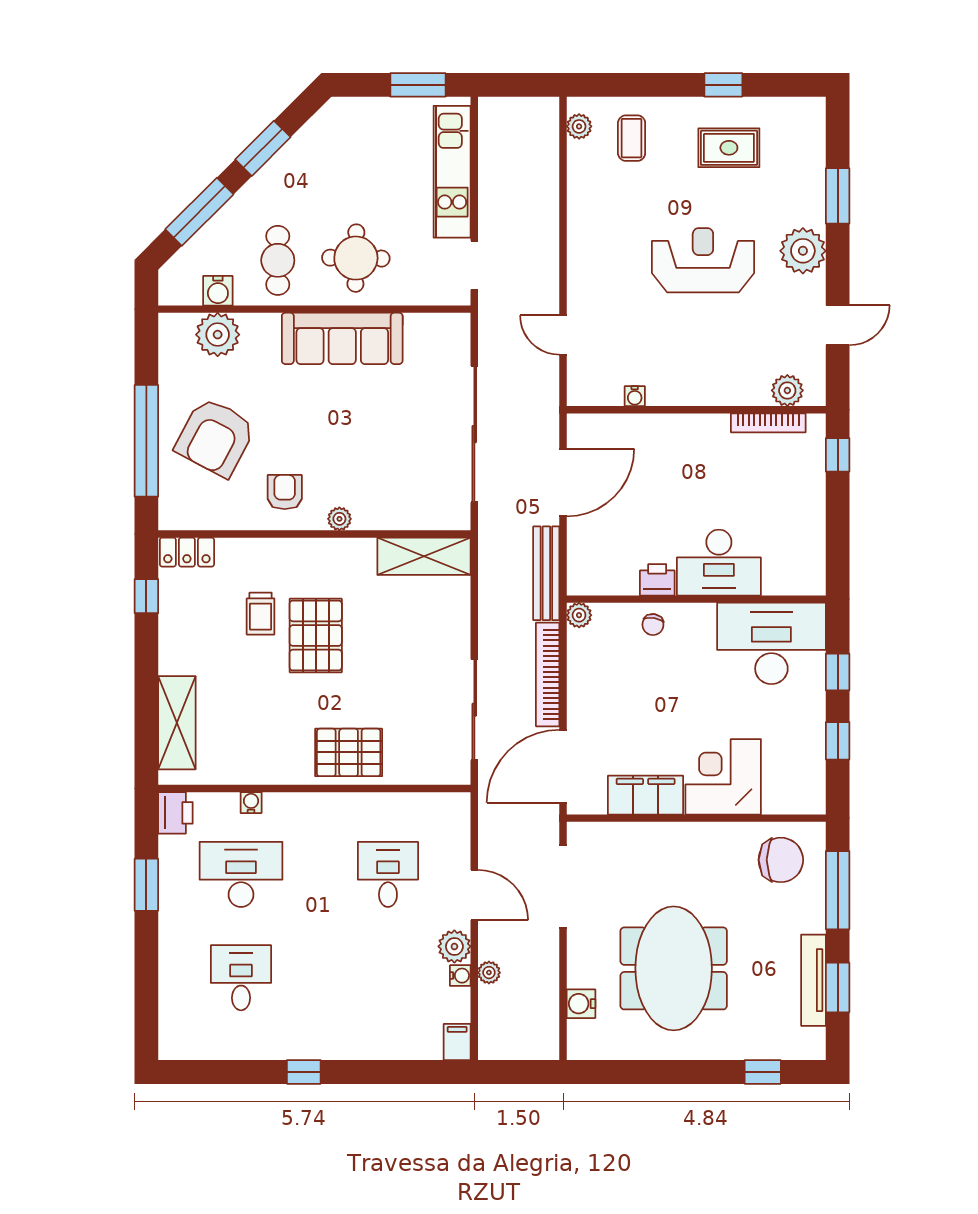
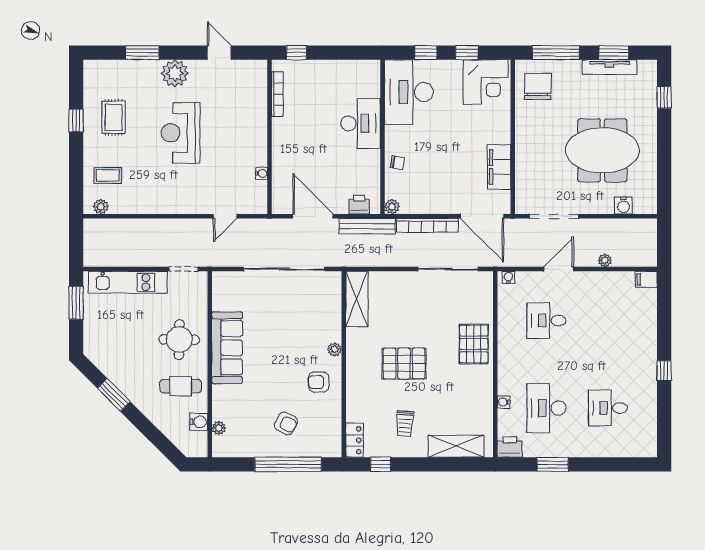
window: (199, 212) -> (152, 433), removed
plant: (218, 335) -> (219, 428), width x0.53, depth x0.53
plant: (787, 390) -> (258, 83), removed
armchair: (215, 437) -> (286, 423), width x0.53, depth x0.53
printer: (657, 580) -> (359, 205), moved, turned 90
trolley: (261, 614) -> (405, 424), moved, turned 94
corner desk: (723, 777) -> (486, 82), moved, turned -90
plant: (454, 946) -> (589, 281), removed
water cooler: (460, 976) -> (508, 277), moved

